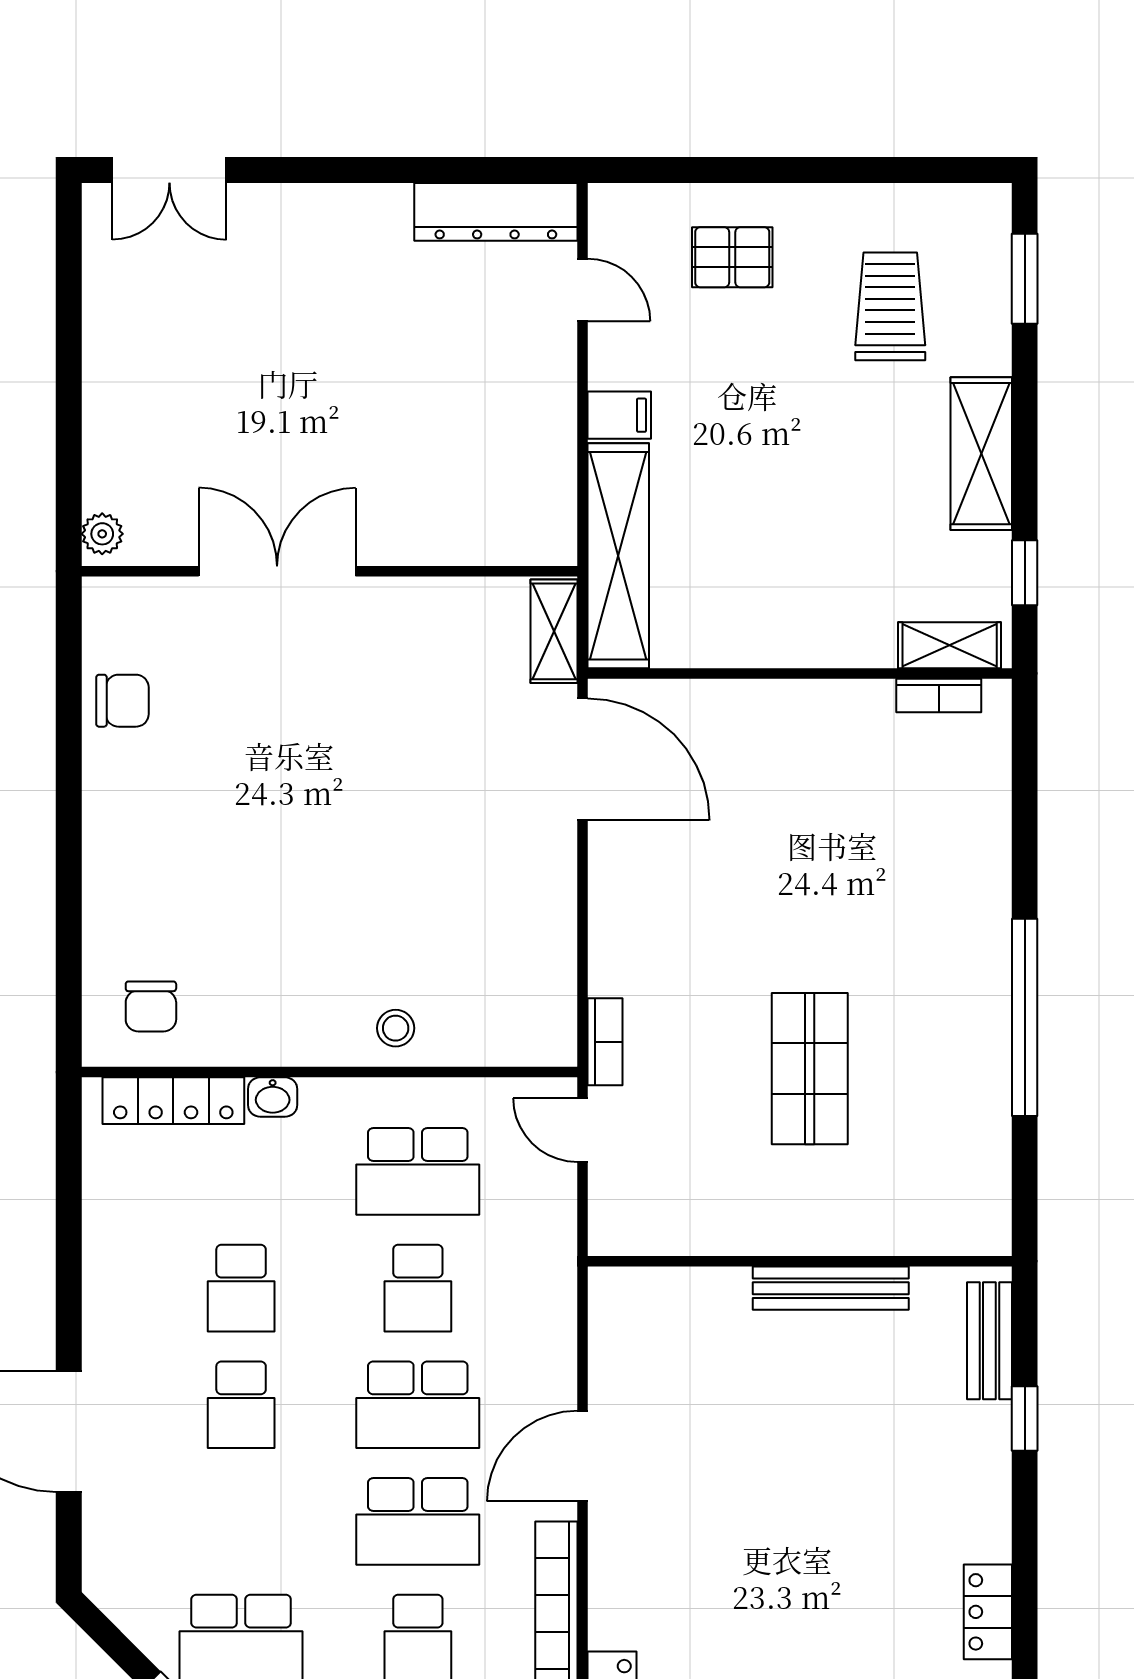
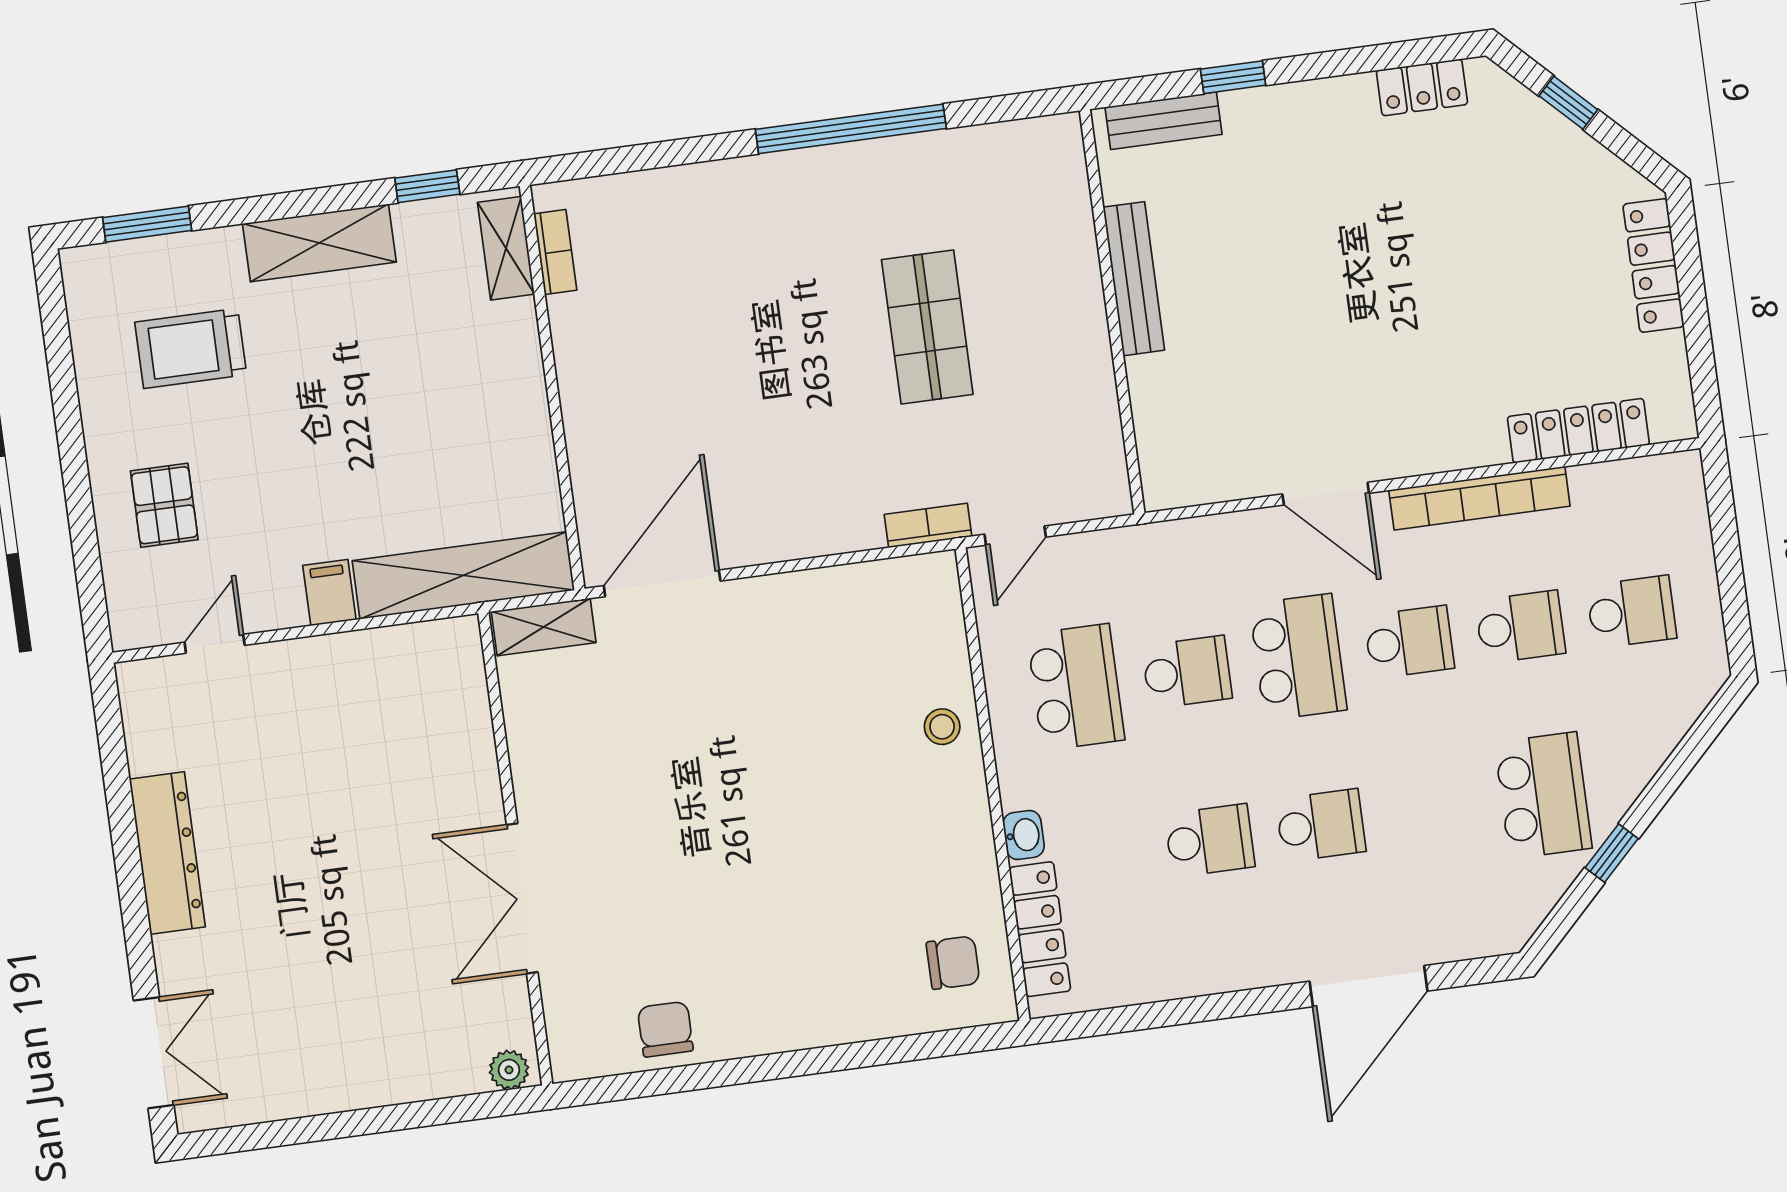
dresser: (496, 212) -> (167, 853), moved
shop shelf: (810, 1069) -> (927, 327), turned 90
school desk: (418, 1521) -> (1409, 642), width x0.54

